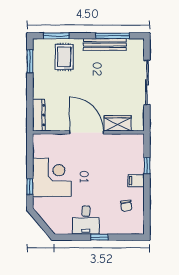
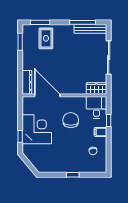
bench: (105, 45) -> (90, 29), moved
wardrobe: (117, 123) -> (96, 89), moved
door: (87, 132) -> (47, 95), moved
chair: (97, 165) -> (71, 120), added
desk: (86, 220) -> (96, 107), moved, turned 180

